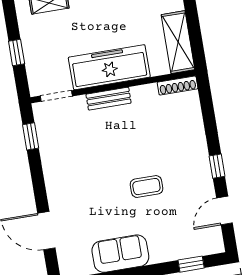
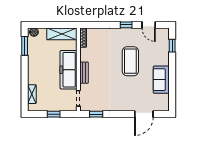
coffee table: (146, 187) -> (130, 61), width x1.86, depth x1.72

